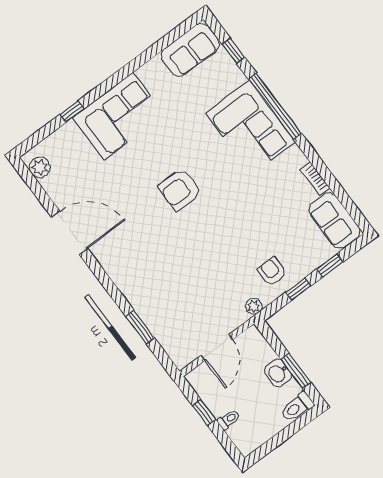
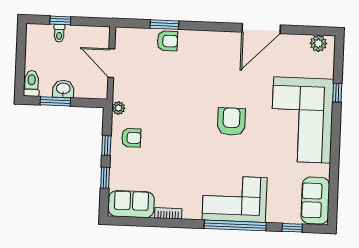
corner sofa: (119, 116) -> (302, 120), width x1.36, depth x1.36
armchair: (153, 312) -> (167, 41), added
window: (204, 413) -> (60, 20), moved

